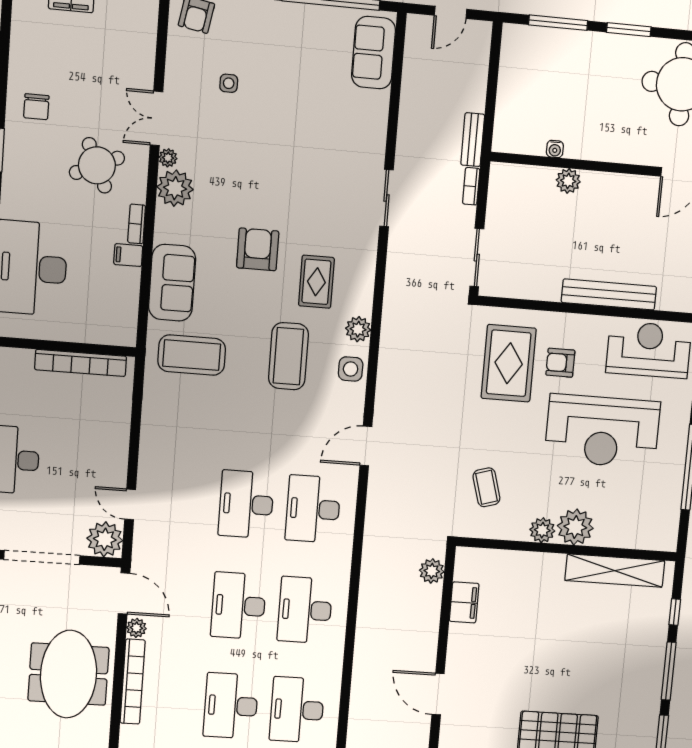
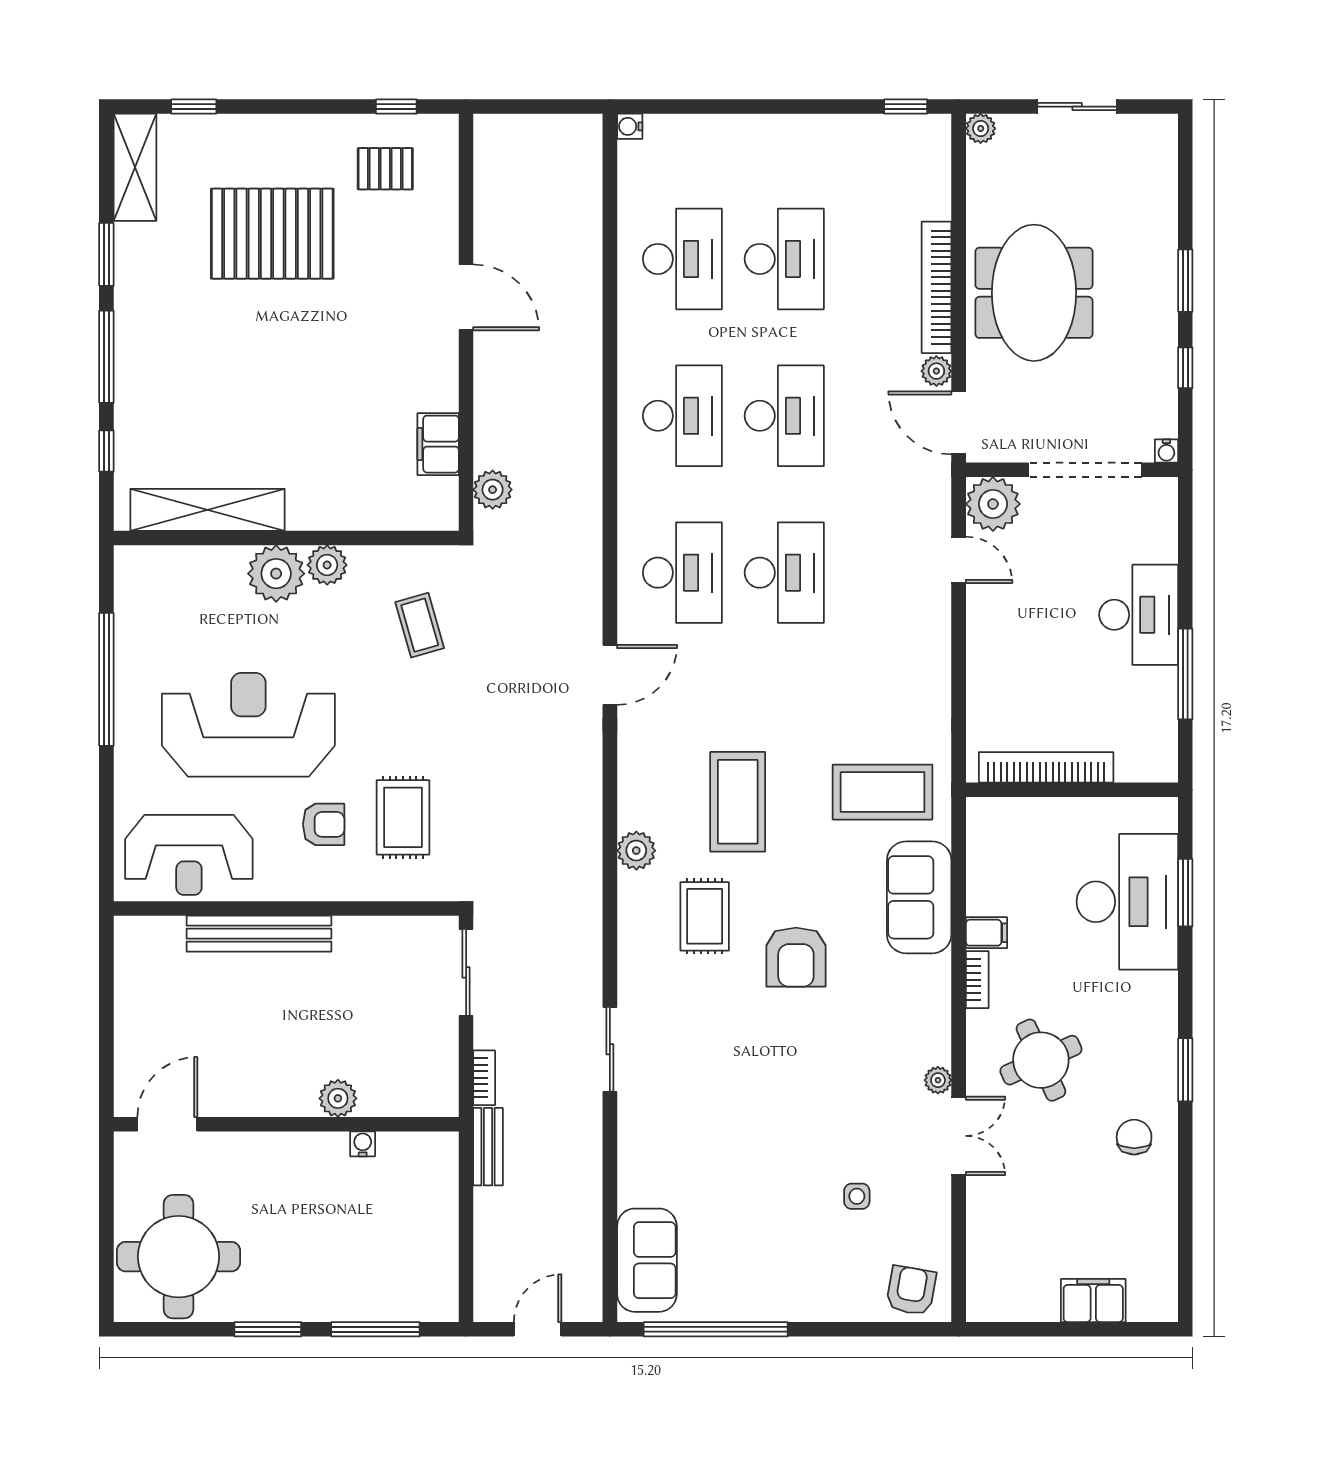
plant: (175, 188) -> (924, 1037), removed
rug: (509, 363) -> (403, 817), width x0.73, depth x0.70
side table: (351, 369) -> (643, 790), removed

